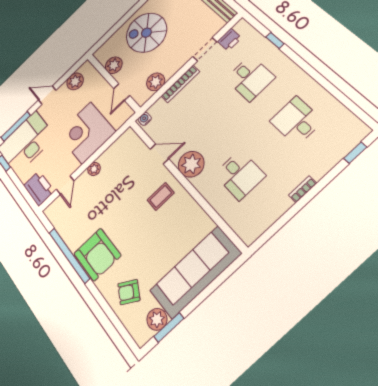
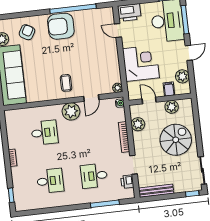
window: (275, 40) -> (105, 204), width x2.17
filing cabinet: (97, 83) -> (169, 89), added
plant: (94, 169) -> (117, 88), moved
desk: (240, 175) -> (45, 133), turned 180

